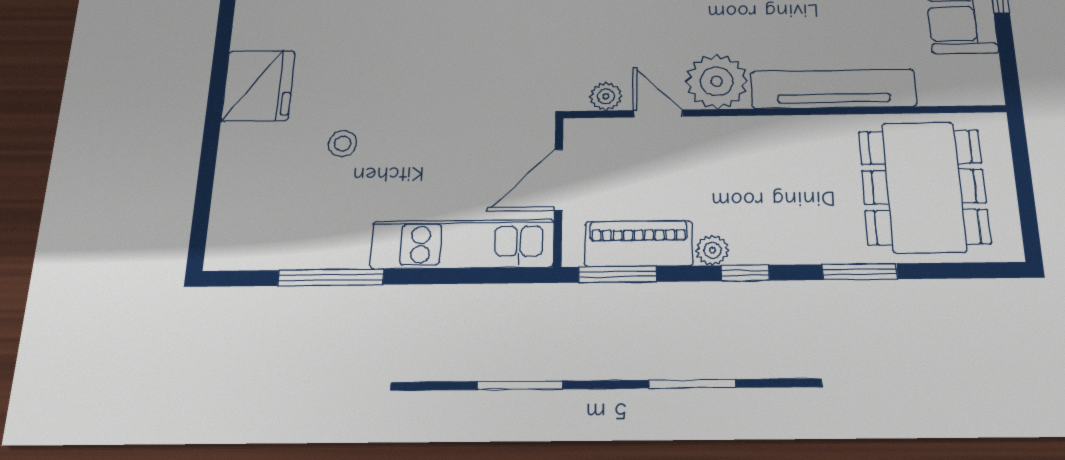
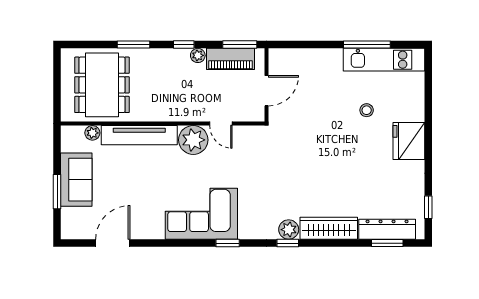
plant: (606, 96) -> (92, 133), moved
kitchen unit: (462, 244) -> (384, 60), moved

